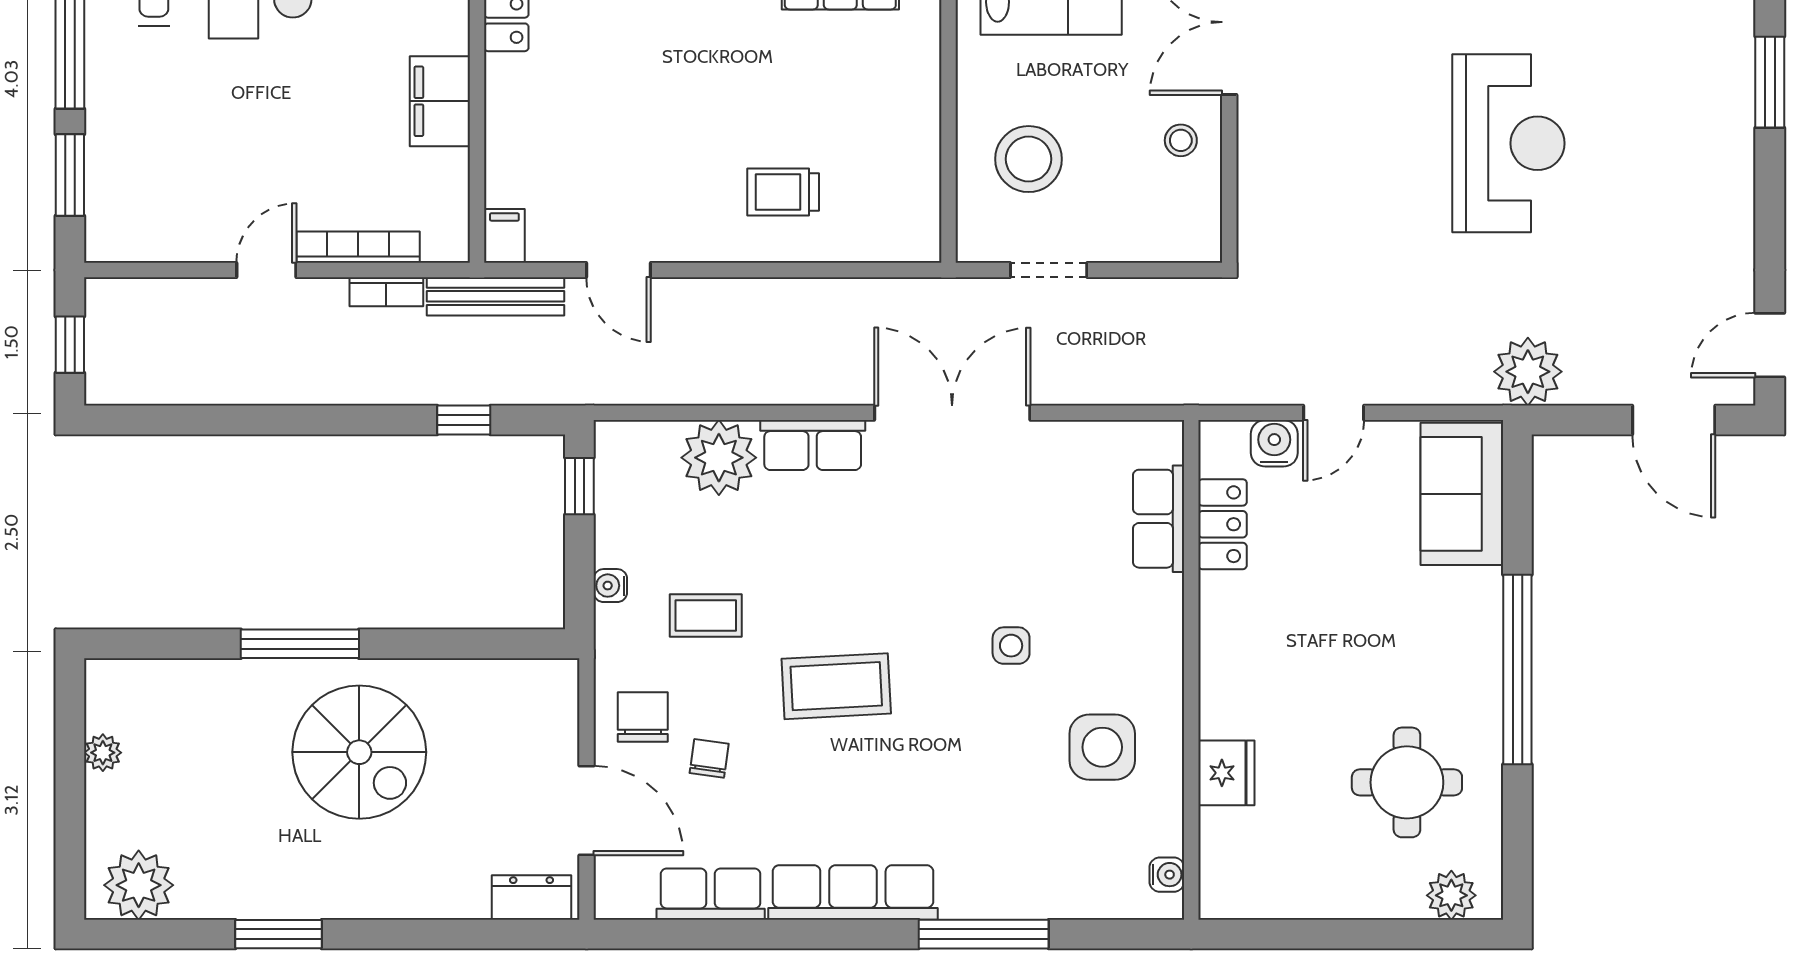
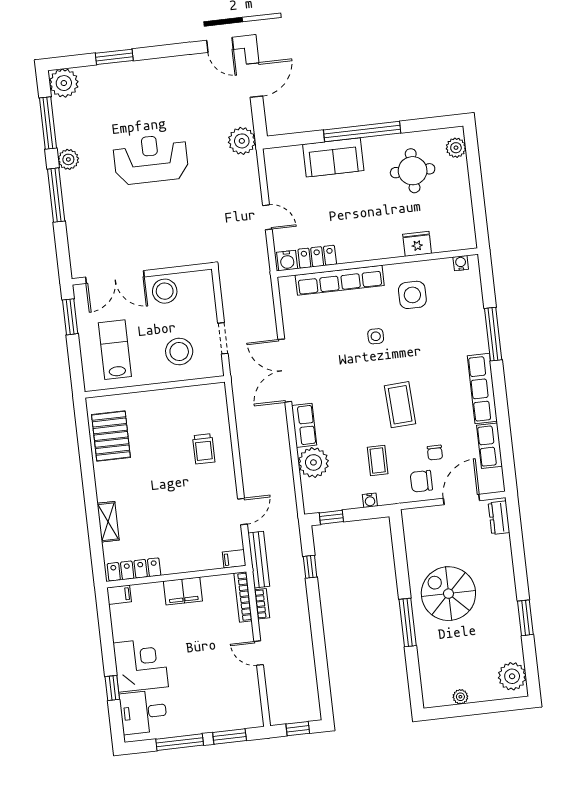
stool: (1181, 140) -> (165, 291), width x1.89, depth x1.89
bookcase: (358, 247) -> (243, 597), moved
water cooler: (1274, 443) -> (287, 260), moved, turned -90
sofa: (1462, 494) -> (333, 157), moved
row of seats: (1159, 519) -> (340, 280), width x2.02
spiral stairs: (359, 752) -> (448, 594), turned -90
chair: (709, 758) -> (435, 453), turned -98

